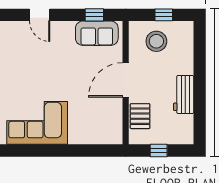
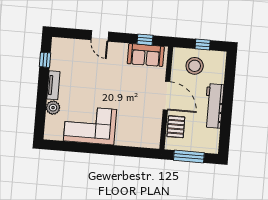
door: (126, 80) -> (166, 96), swing flipped
workbench: (184, 94) -> (214, 106), width x1.38
window: (159, 150) -> (189, 157), width x2.17

